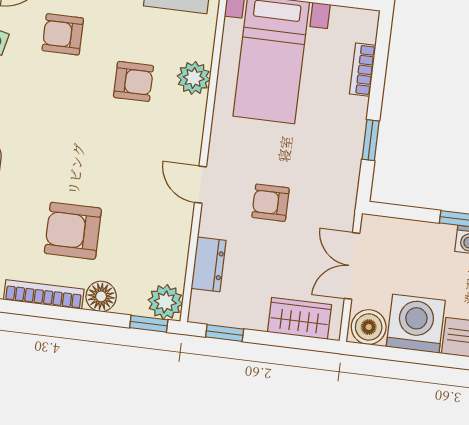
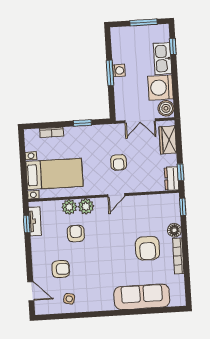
armchair: (63, 34) -> (61, 269), turned -90
dresser: (208, 264) -> (172, 179), moved, turned -90
plant: (165, 302) -> (86, 206), moved

